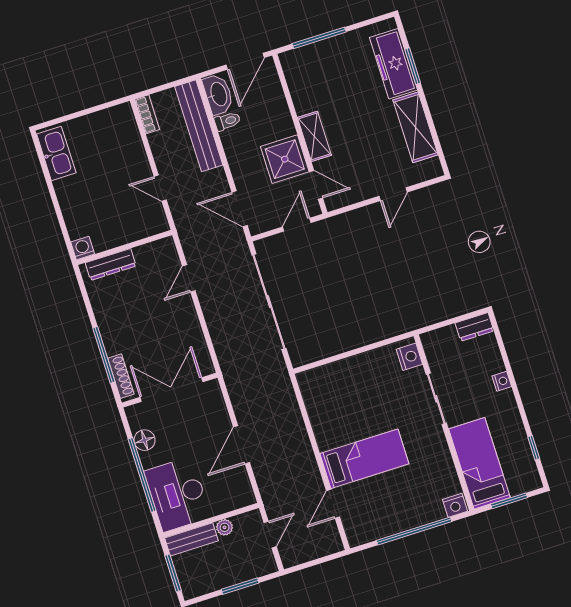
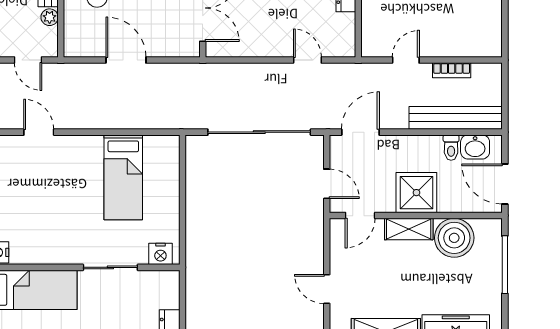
boiler: (309, 92) -> (454, 238), added
washbasin: (218, 94) -> (475, 147), width x0.72
bookcase: (147, 114) -> (452, 70), moved
shower: (285, 159) -> (416, 193), moved
bed: (364, 459) -> (123, 177), moved

